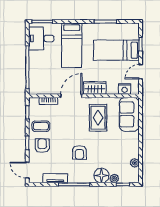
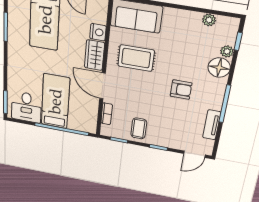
bed: (72, 45) -> (55, 101), moved, turned -90
nightstand: (125, 89) -> (98, 32), moved
armchair: (42, 146) -> (165, 132), removed

